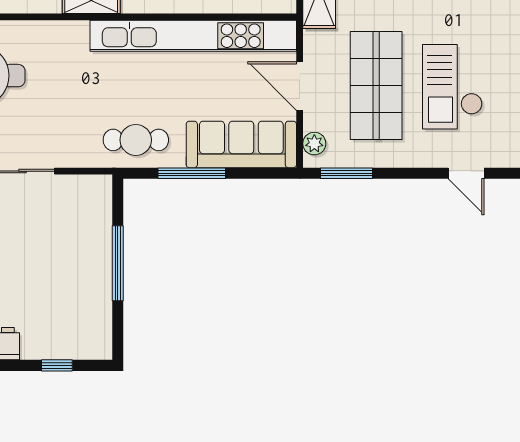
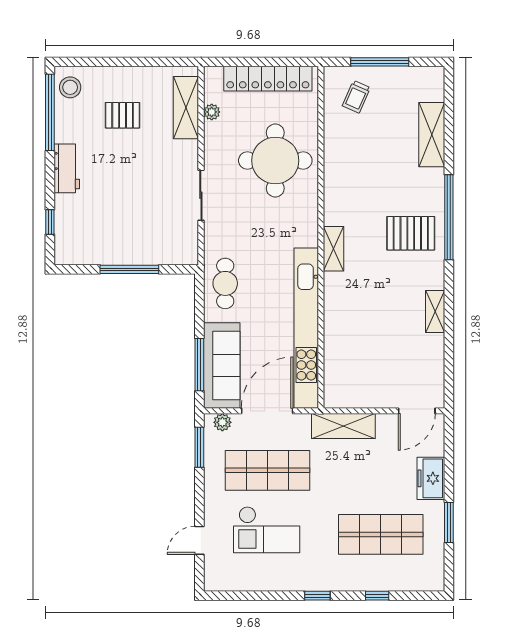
door: (300, 86) -> (267, 411), width x1.36
checkout: (452, 87) -> (267, 530), turned 180
window: (192, 173) -> (199, 365), moved

